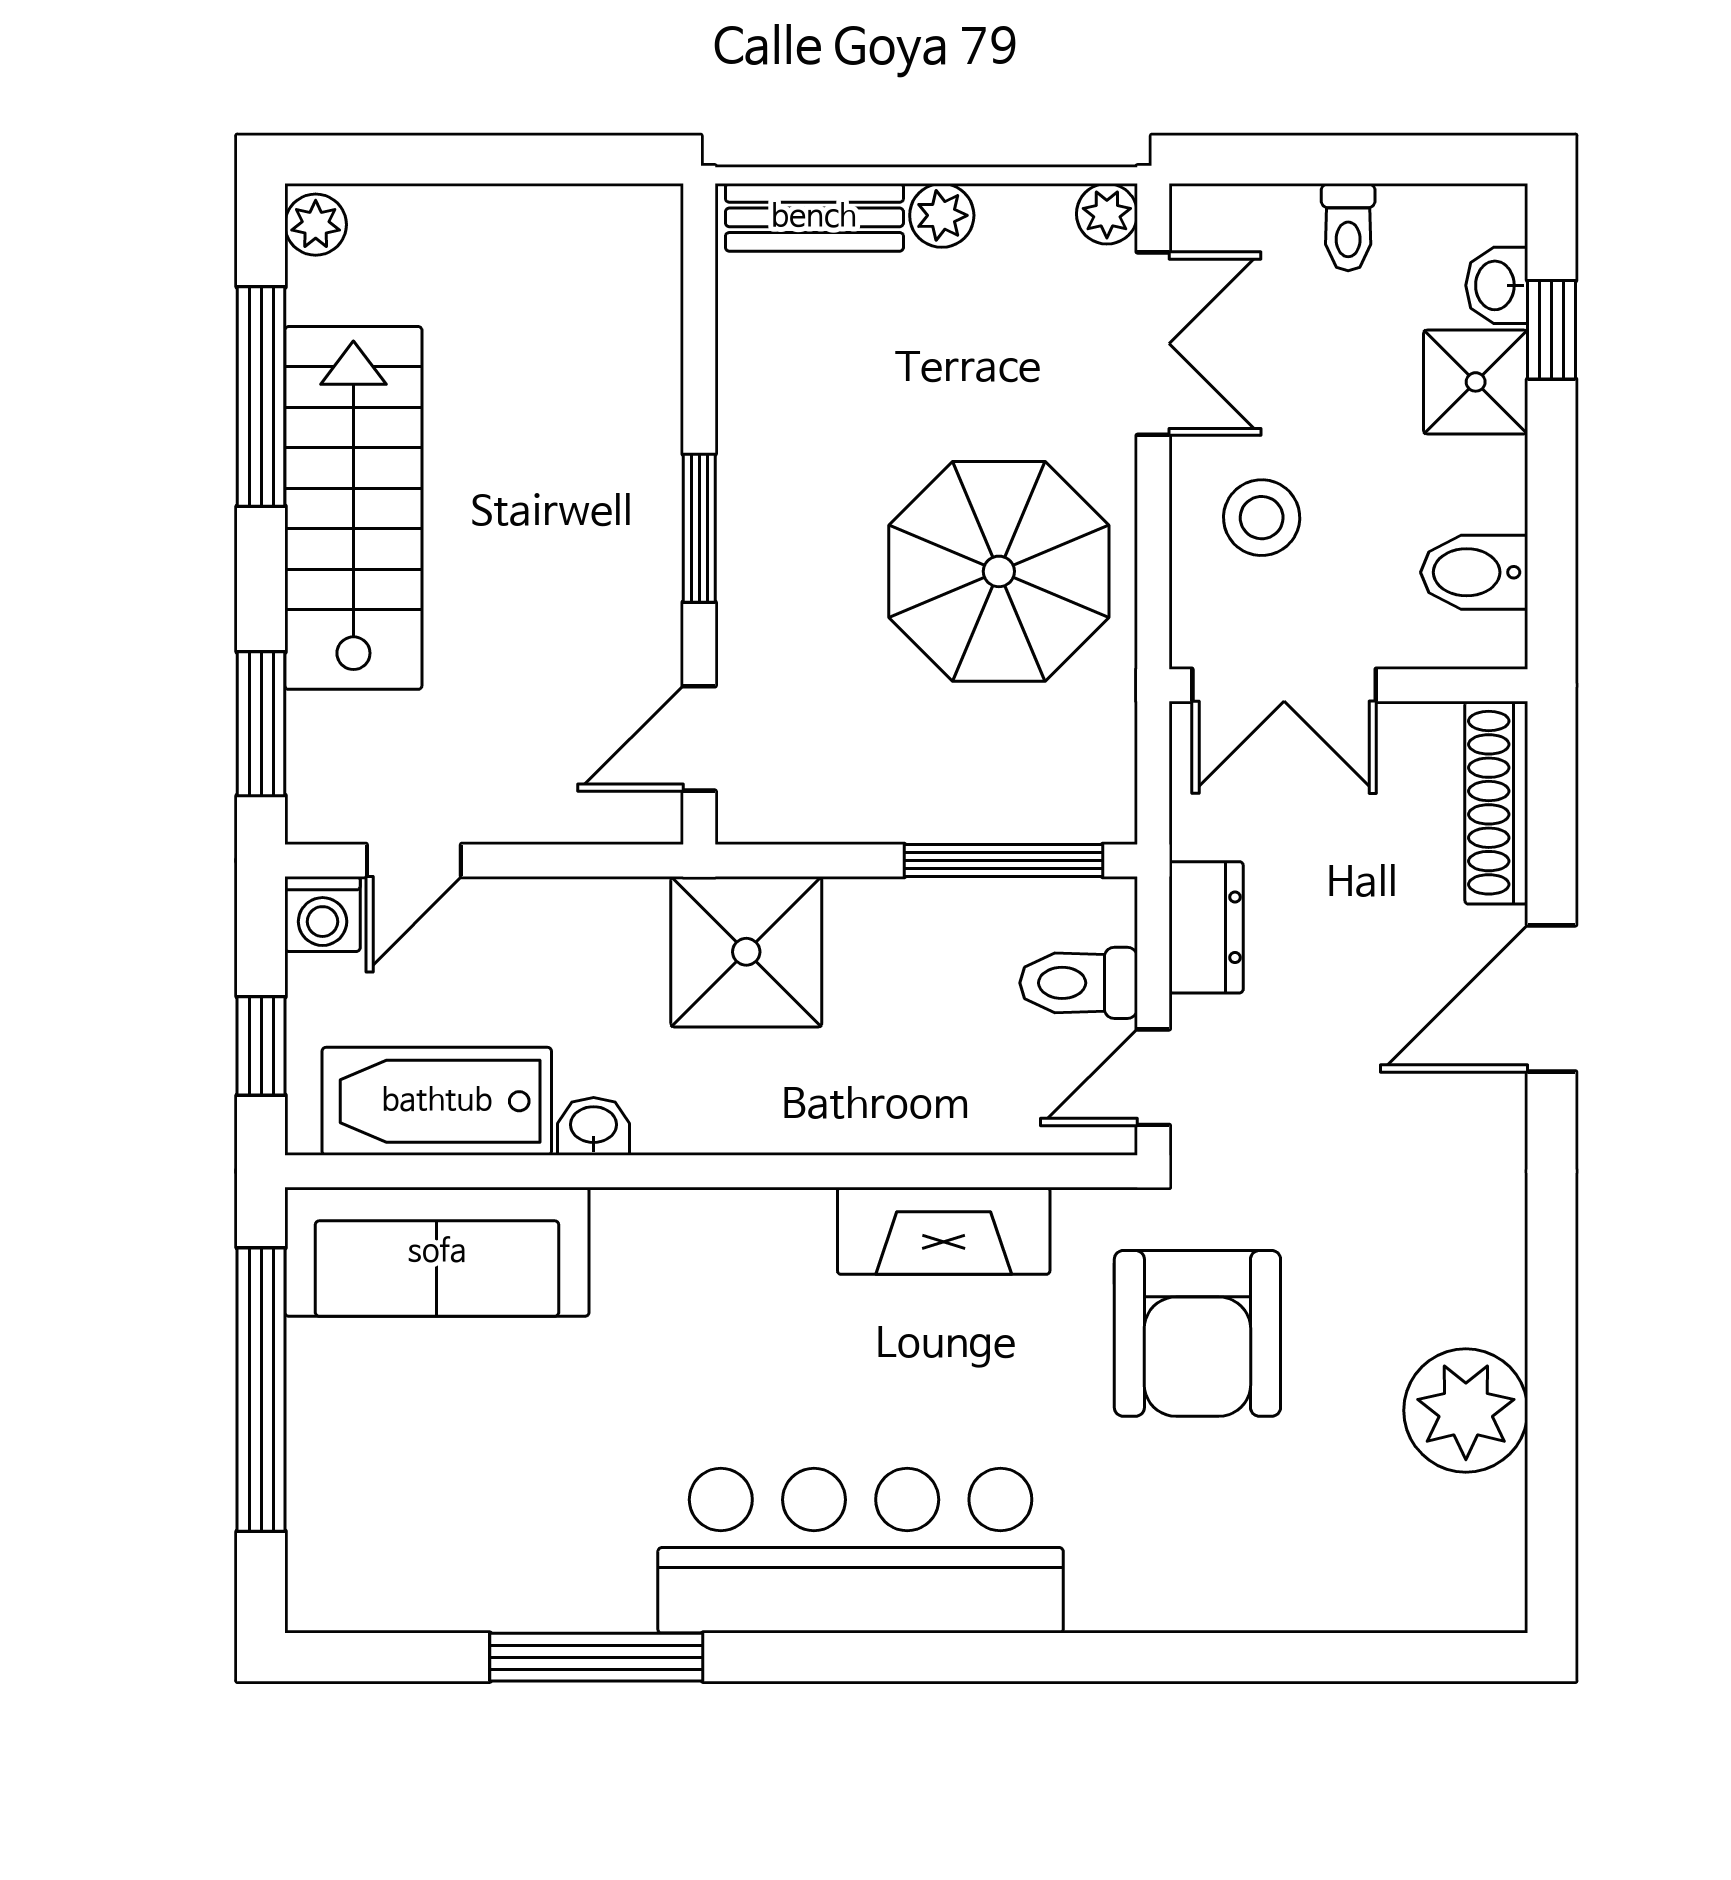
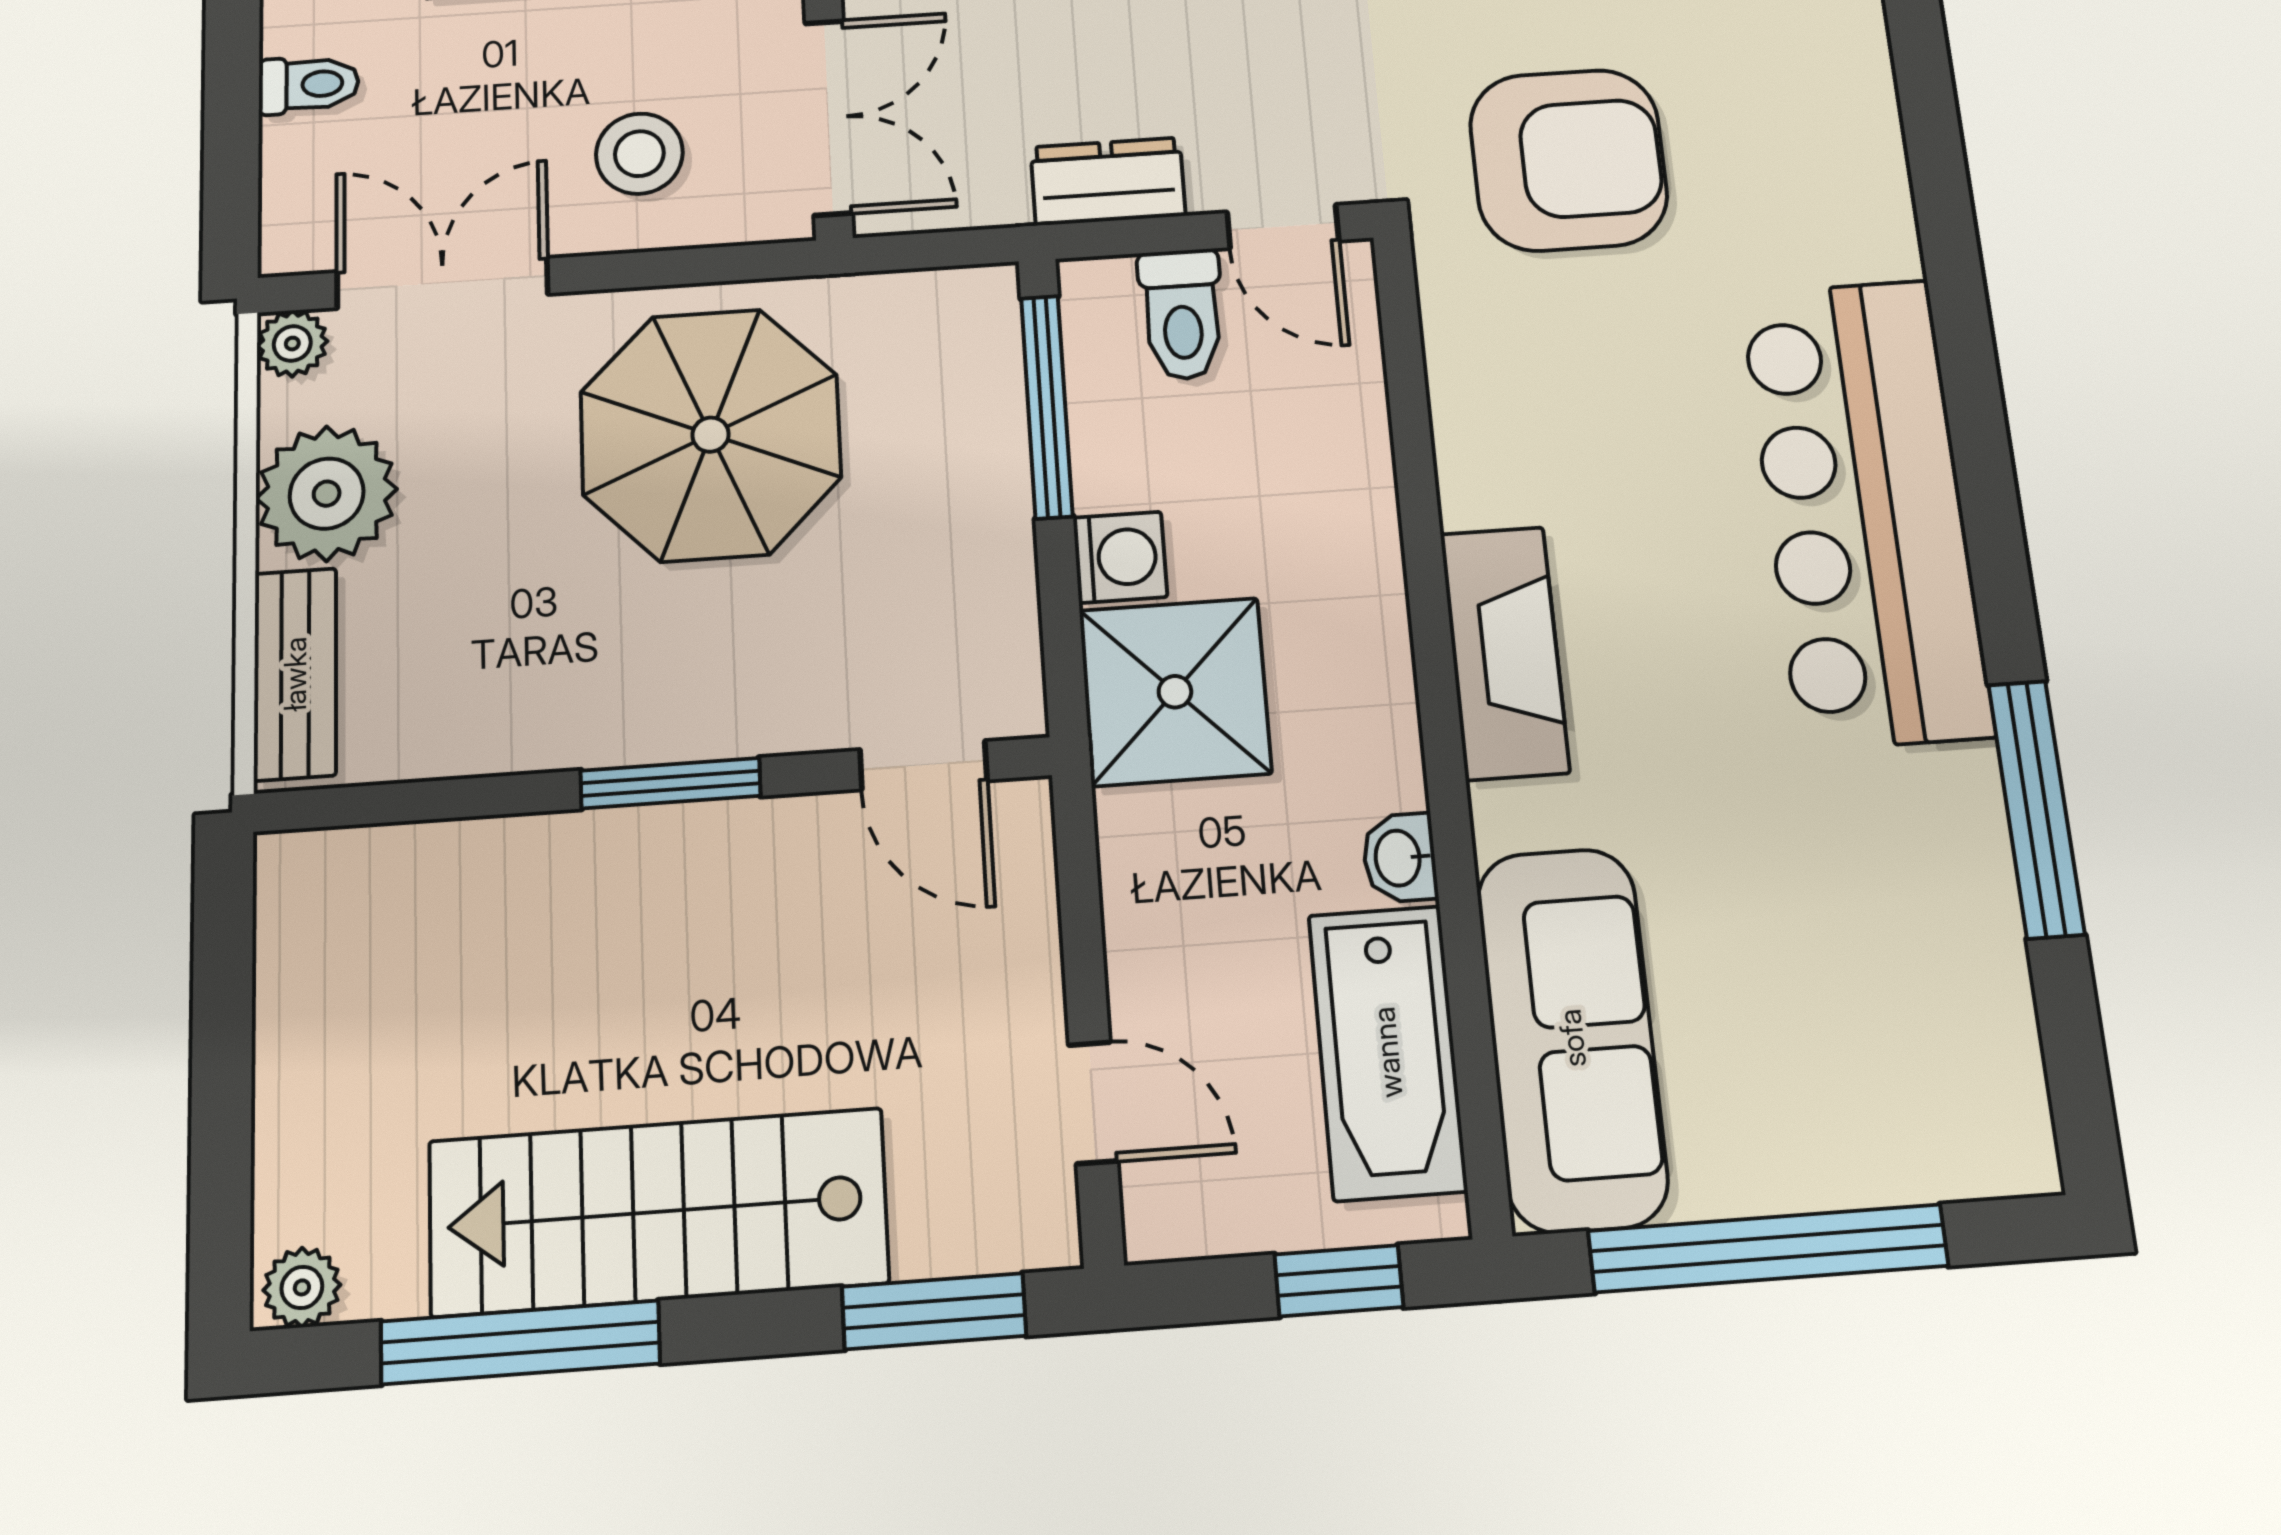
plant: (942, 215) -> (327, 494), width x1.88, depth x1.88
washing machine: (323, 914) -> (1120, 557), moved
fireplace: (944, 1231) -> (1505, 653), moved

